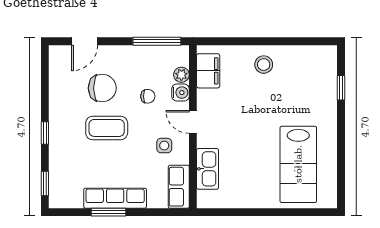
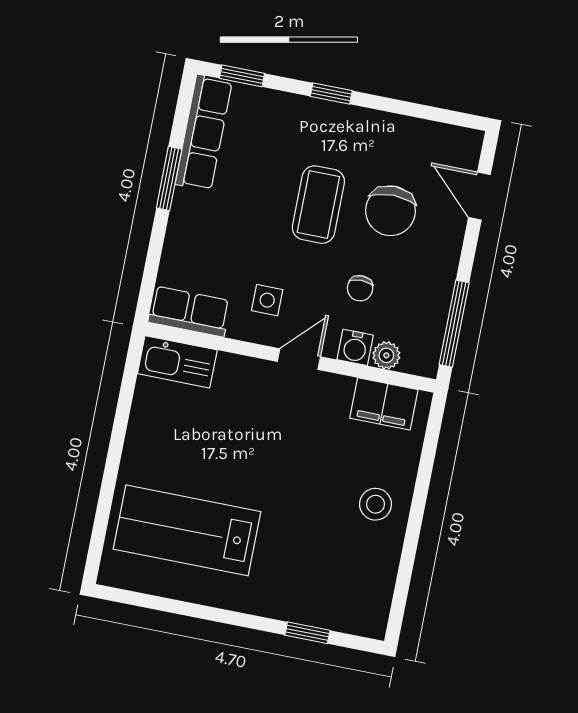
kitchen sink: (208, 169) -> (177, 362), moved
row of seats: (115, 198) -> (204, 133), moved

